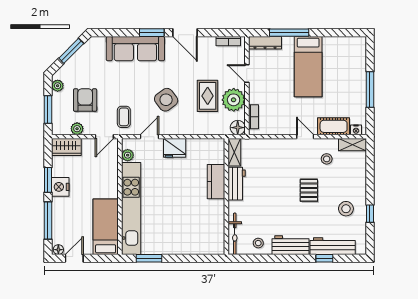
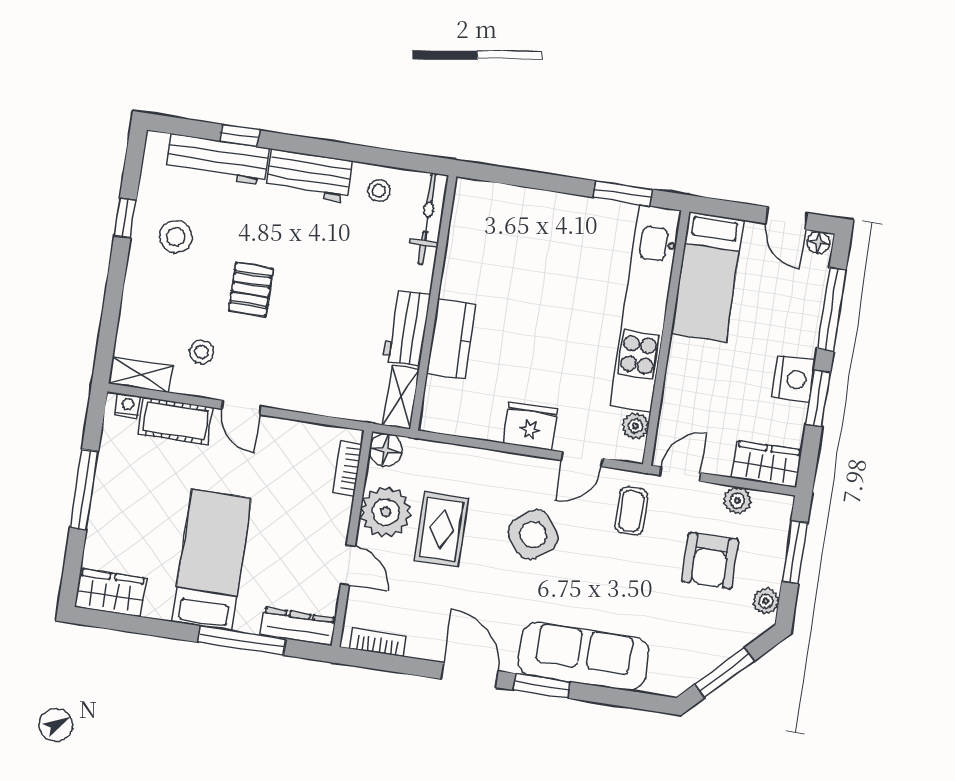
wardrobe: (351, 45) -> (111, 593), added
door: (74, 258) -> (787, 218), hinge flipped

